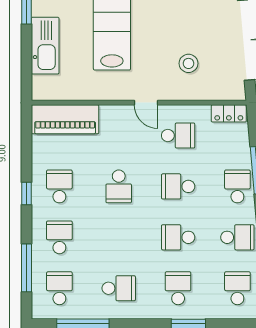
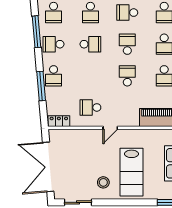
stool: (188, 63) -> (103, 182), moved
door: (146, 103) -> (110, 128), swing flipped
school desk: (178, 186) -> (127, 44), moved, turned -90

